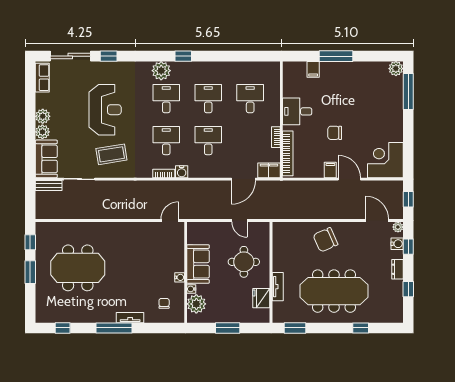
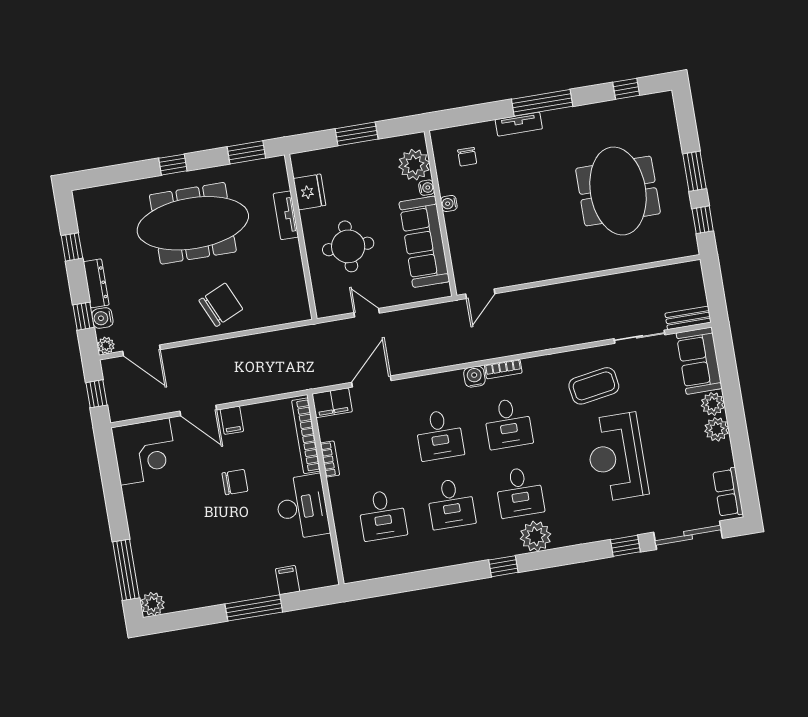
desk: (297, 111) -> (302, 507), width x1.37
sofa: (198, 264) -> (424, 242), width x1.36
meeting table: (78, 268) -> (618, 191), turned 90
dresser: (398, 269) -> (96, 283), width x1.44
window: (361, 328) -> (173, 165), moved

